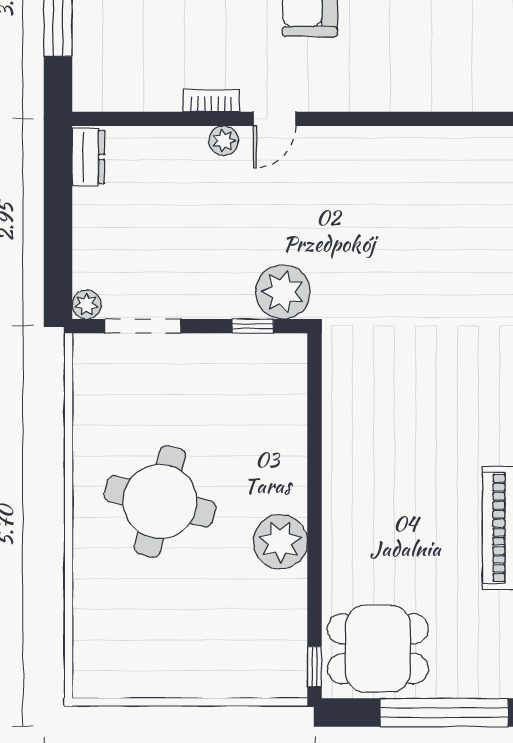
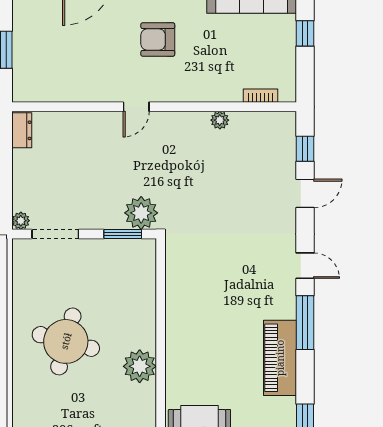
bookcase: (211, 101) -> (261, 96), moved
plant: (224, 141) -> (220, 120), moved
window: (253, 326) -> (123, 234), width x1.50

